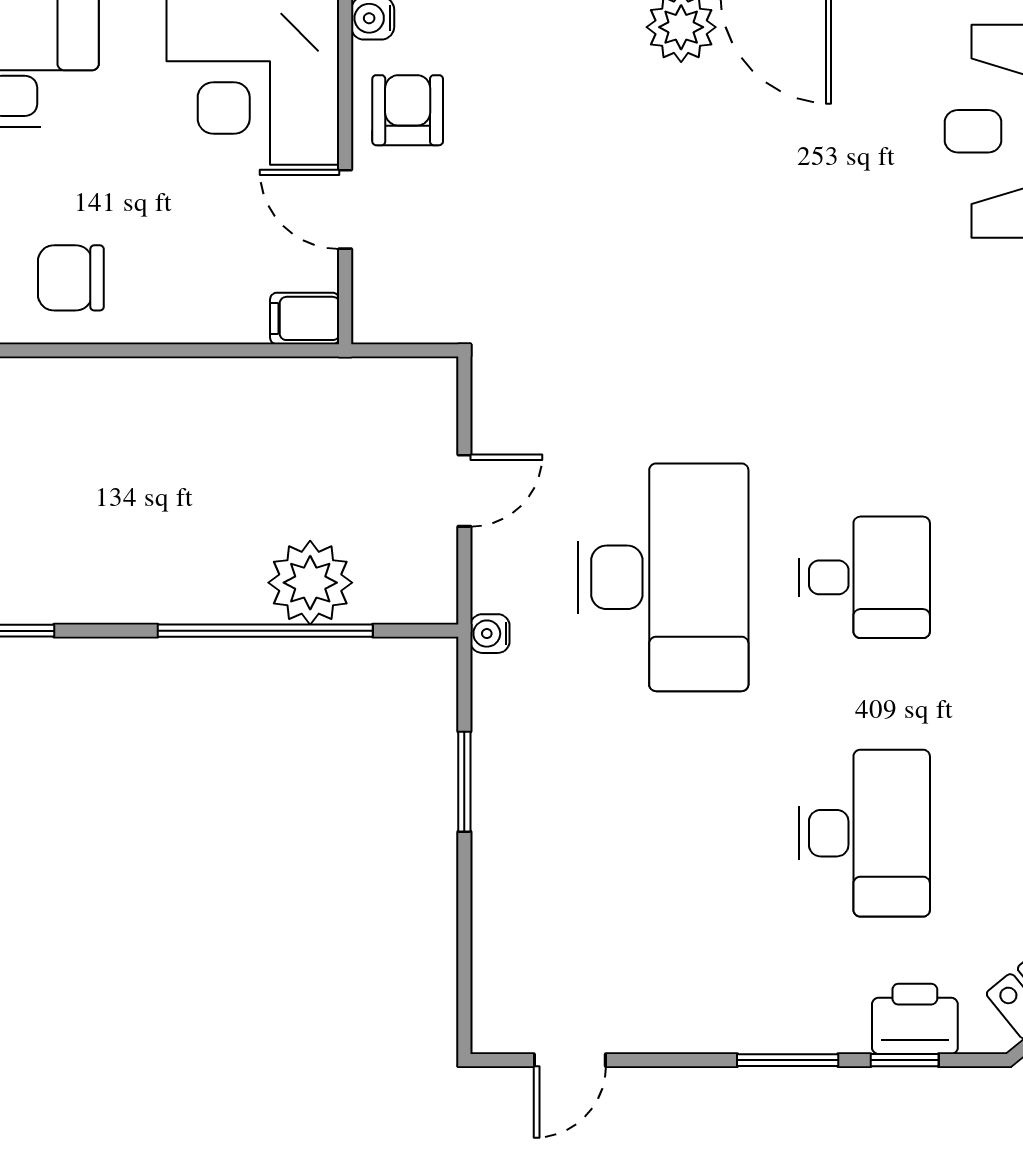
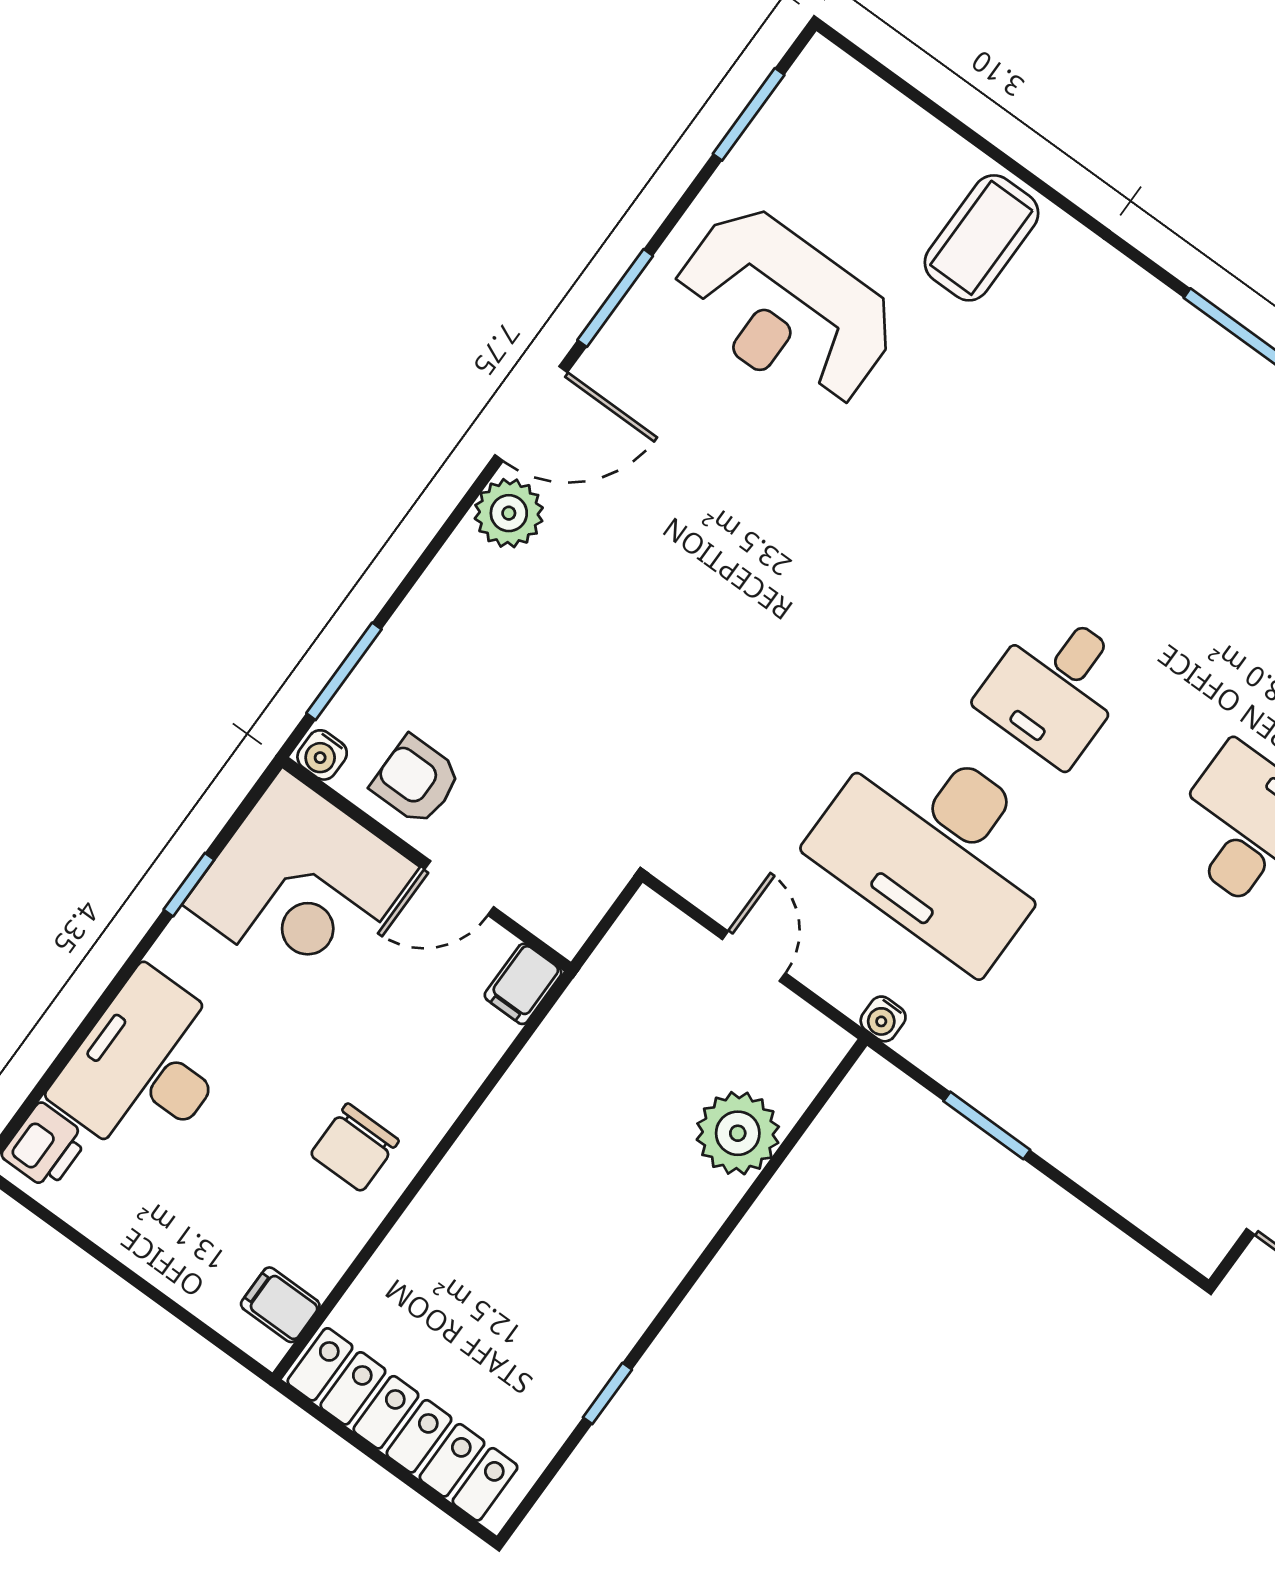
desk: (663, 577) -> (939, 848), turned 180
desk: (864, 577) -> (1056, 687), turned 180
window: (265, 631) -> (750, 1197), removed

